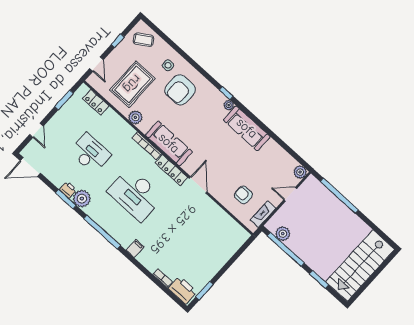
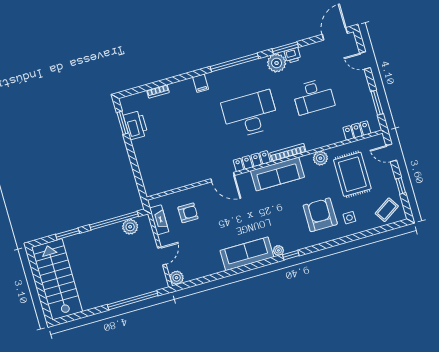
printer: (183, 290) -> (136, 125), moved, turned -90

